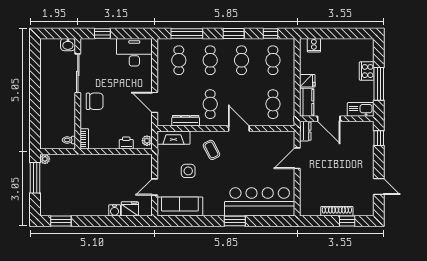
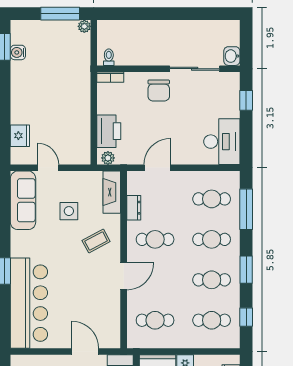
dresser: (186, 121) -> (134, 208), width x0.70
printer: (126, 143) -> (109, 131), width x1.87, depth x1.48
water cooler: (115, 210) -> (18, 52), moved

